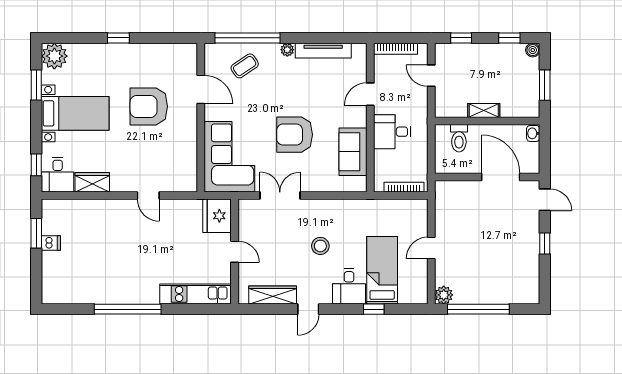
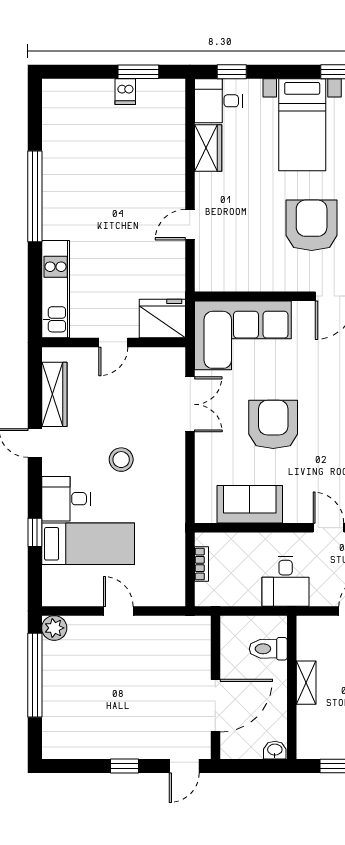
desk: (392, 132) -> (286, 581), moved, turned 180
bookcase: (404, 187) -> (201, 564), width x0.64

